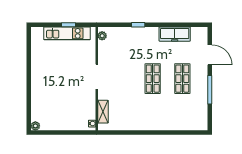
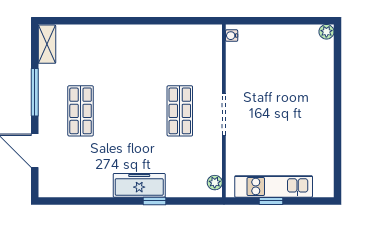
freezer: (175, 34) -> (139, 185), moved
shop shelf: (153, 79) -> (180, 111), moved
shelving: (103, 112) -> (47, 44), moved

